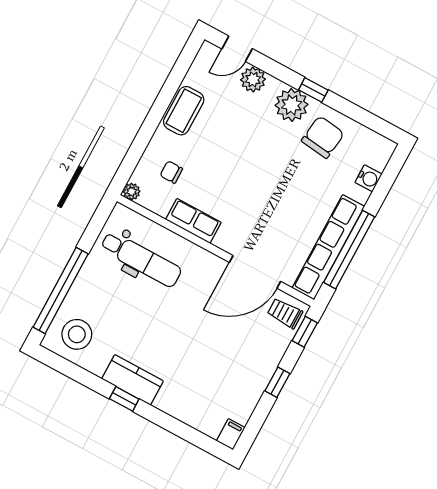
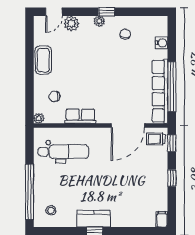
plant: (292, 105) -> (99, 21), width x0.53, depth x0.53
chair: (323, 137) -> (125, 34), width x0.54, depth x0.54
stool: (77, 334) -> (51, 210), width x0.53, depth x0.53

